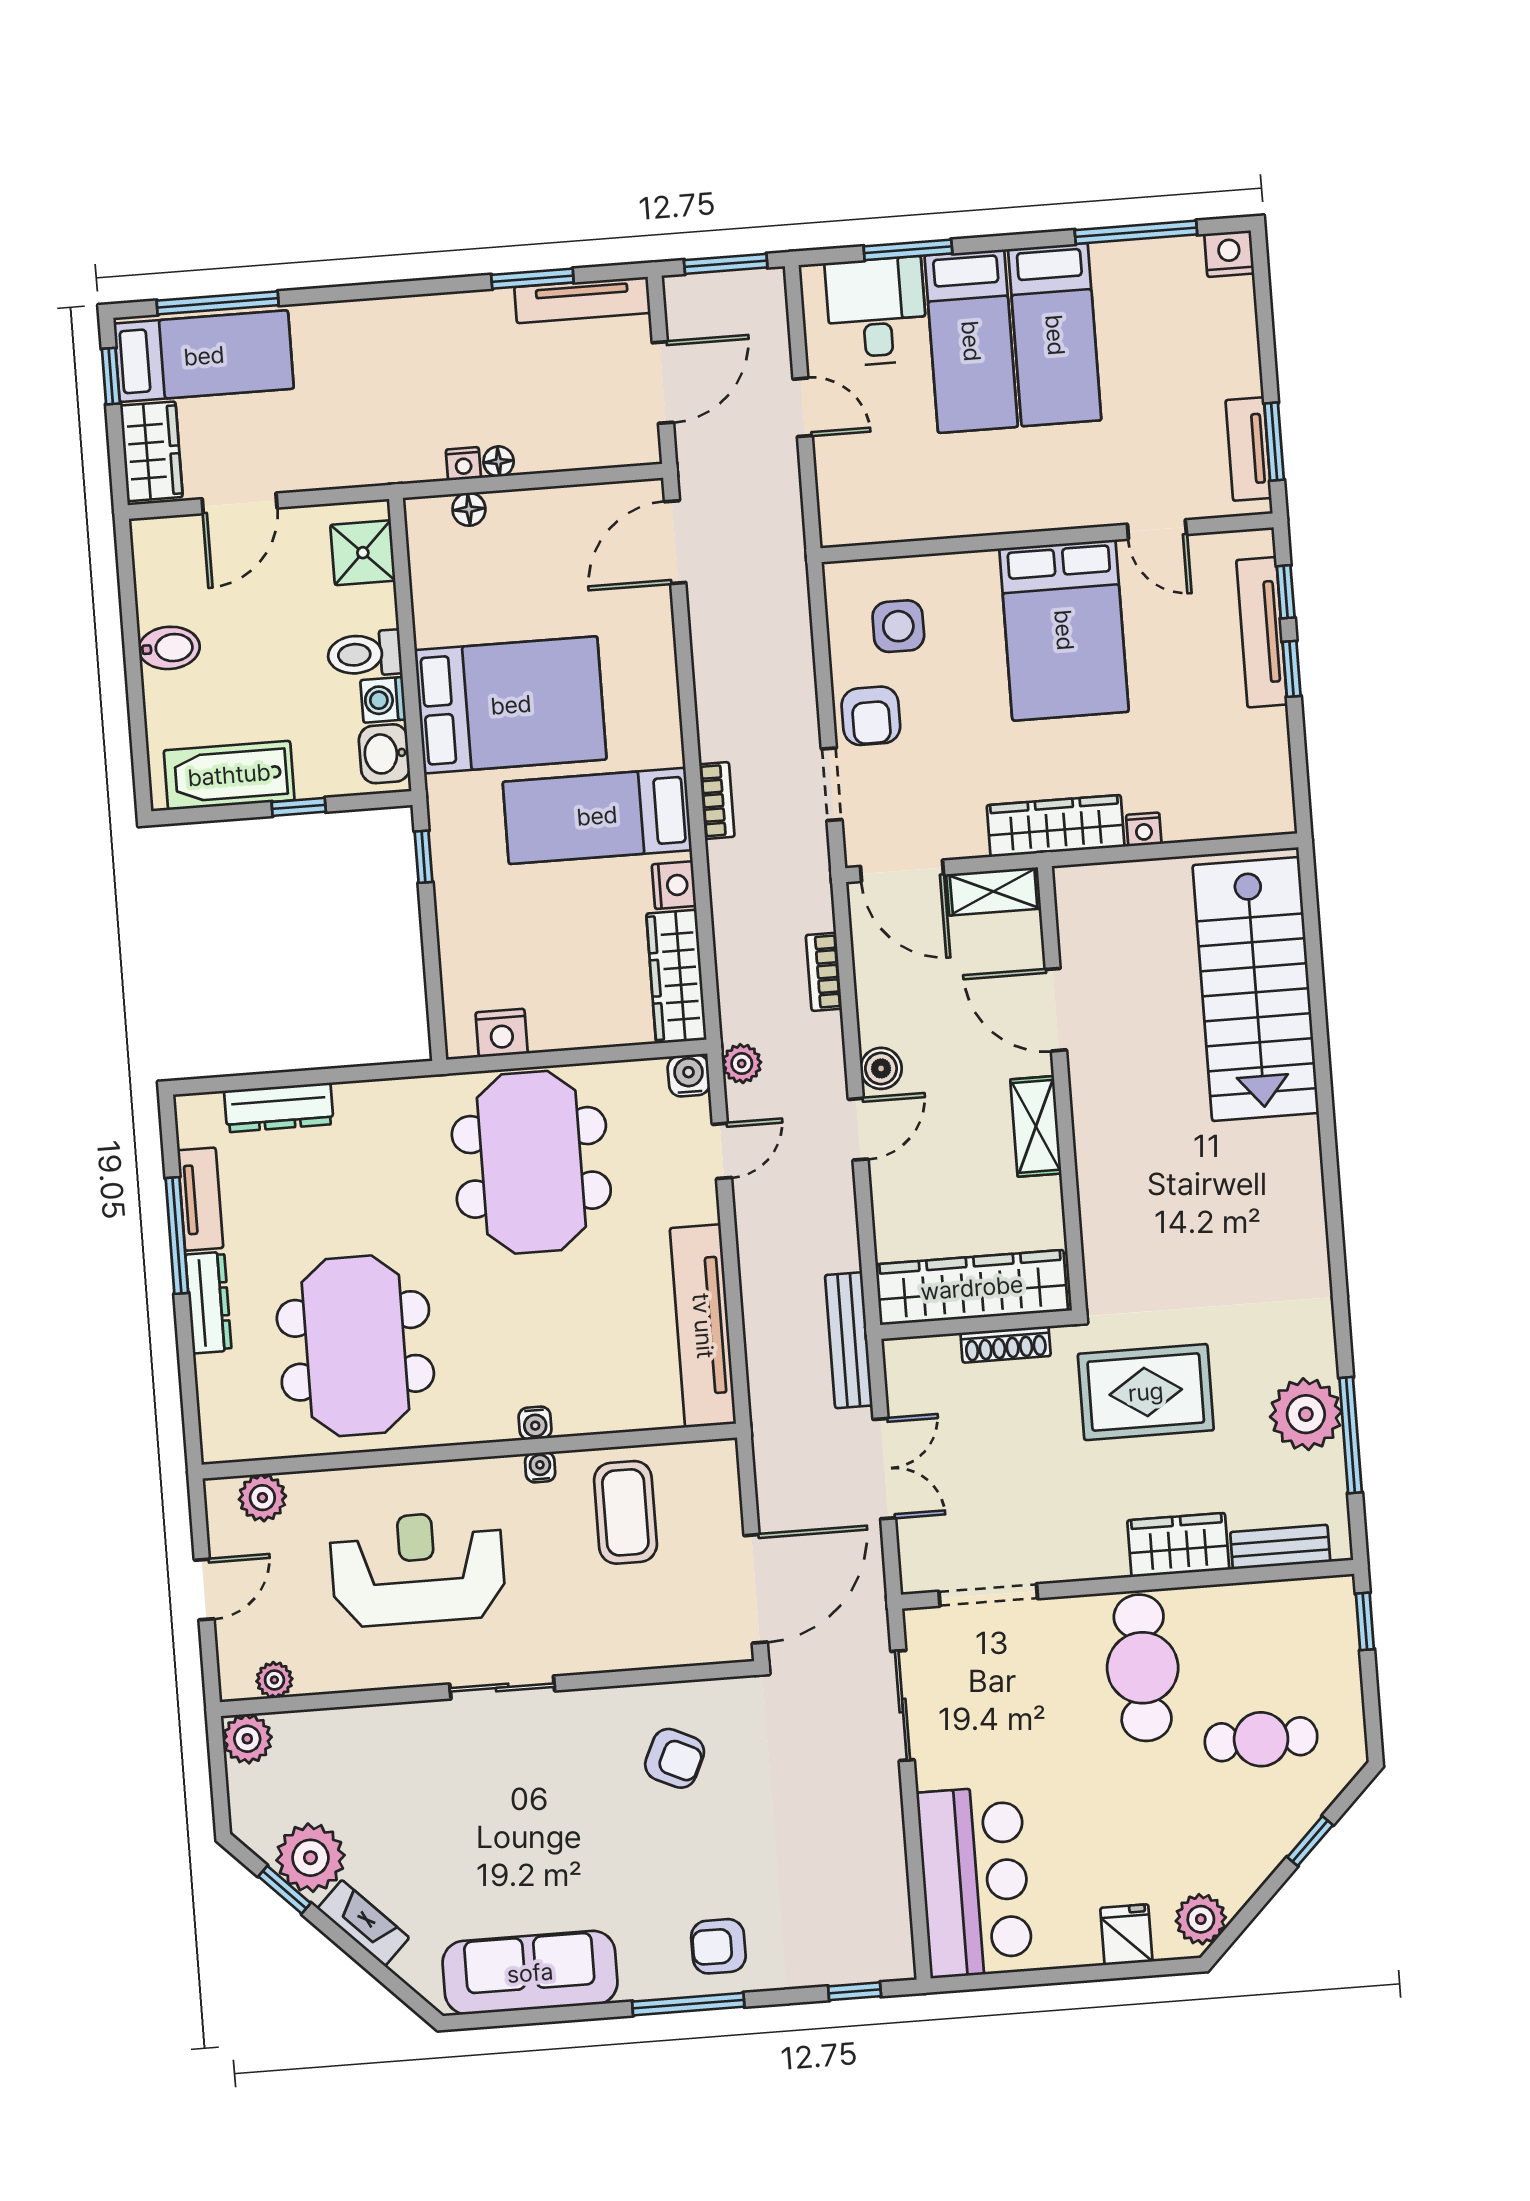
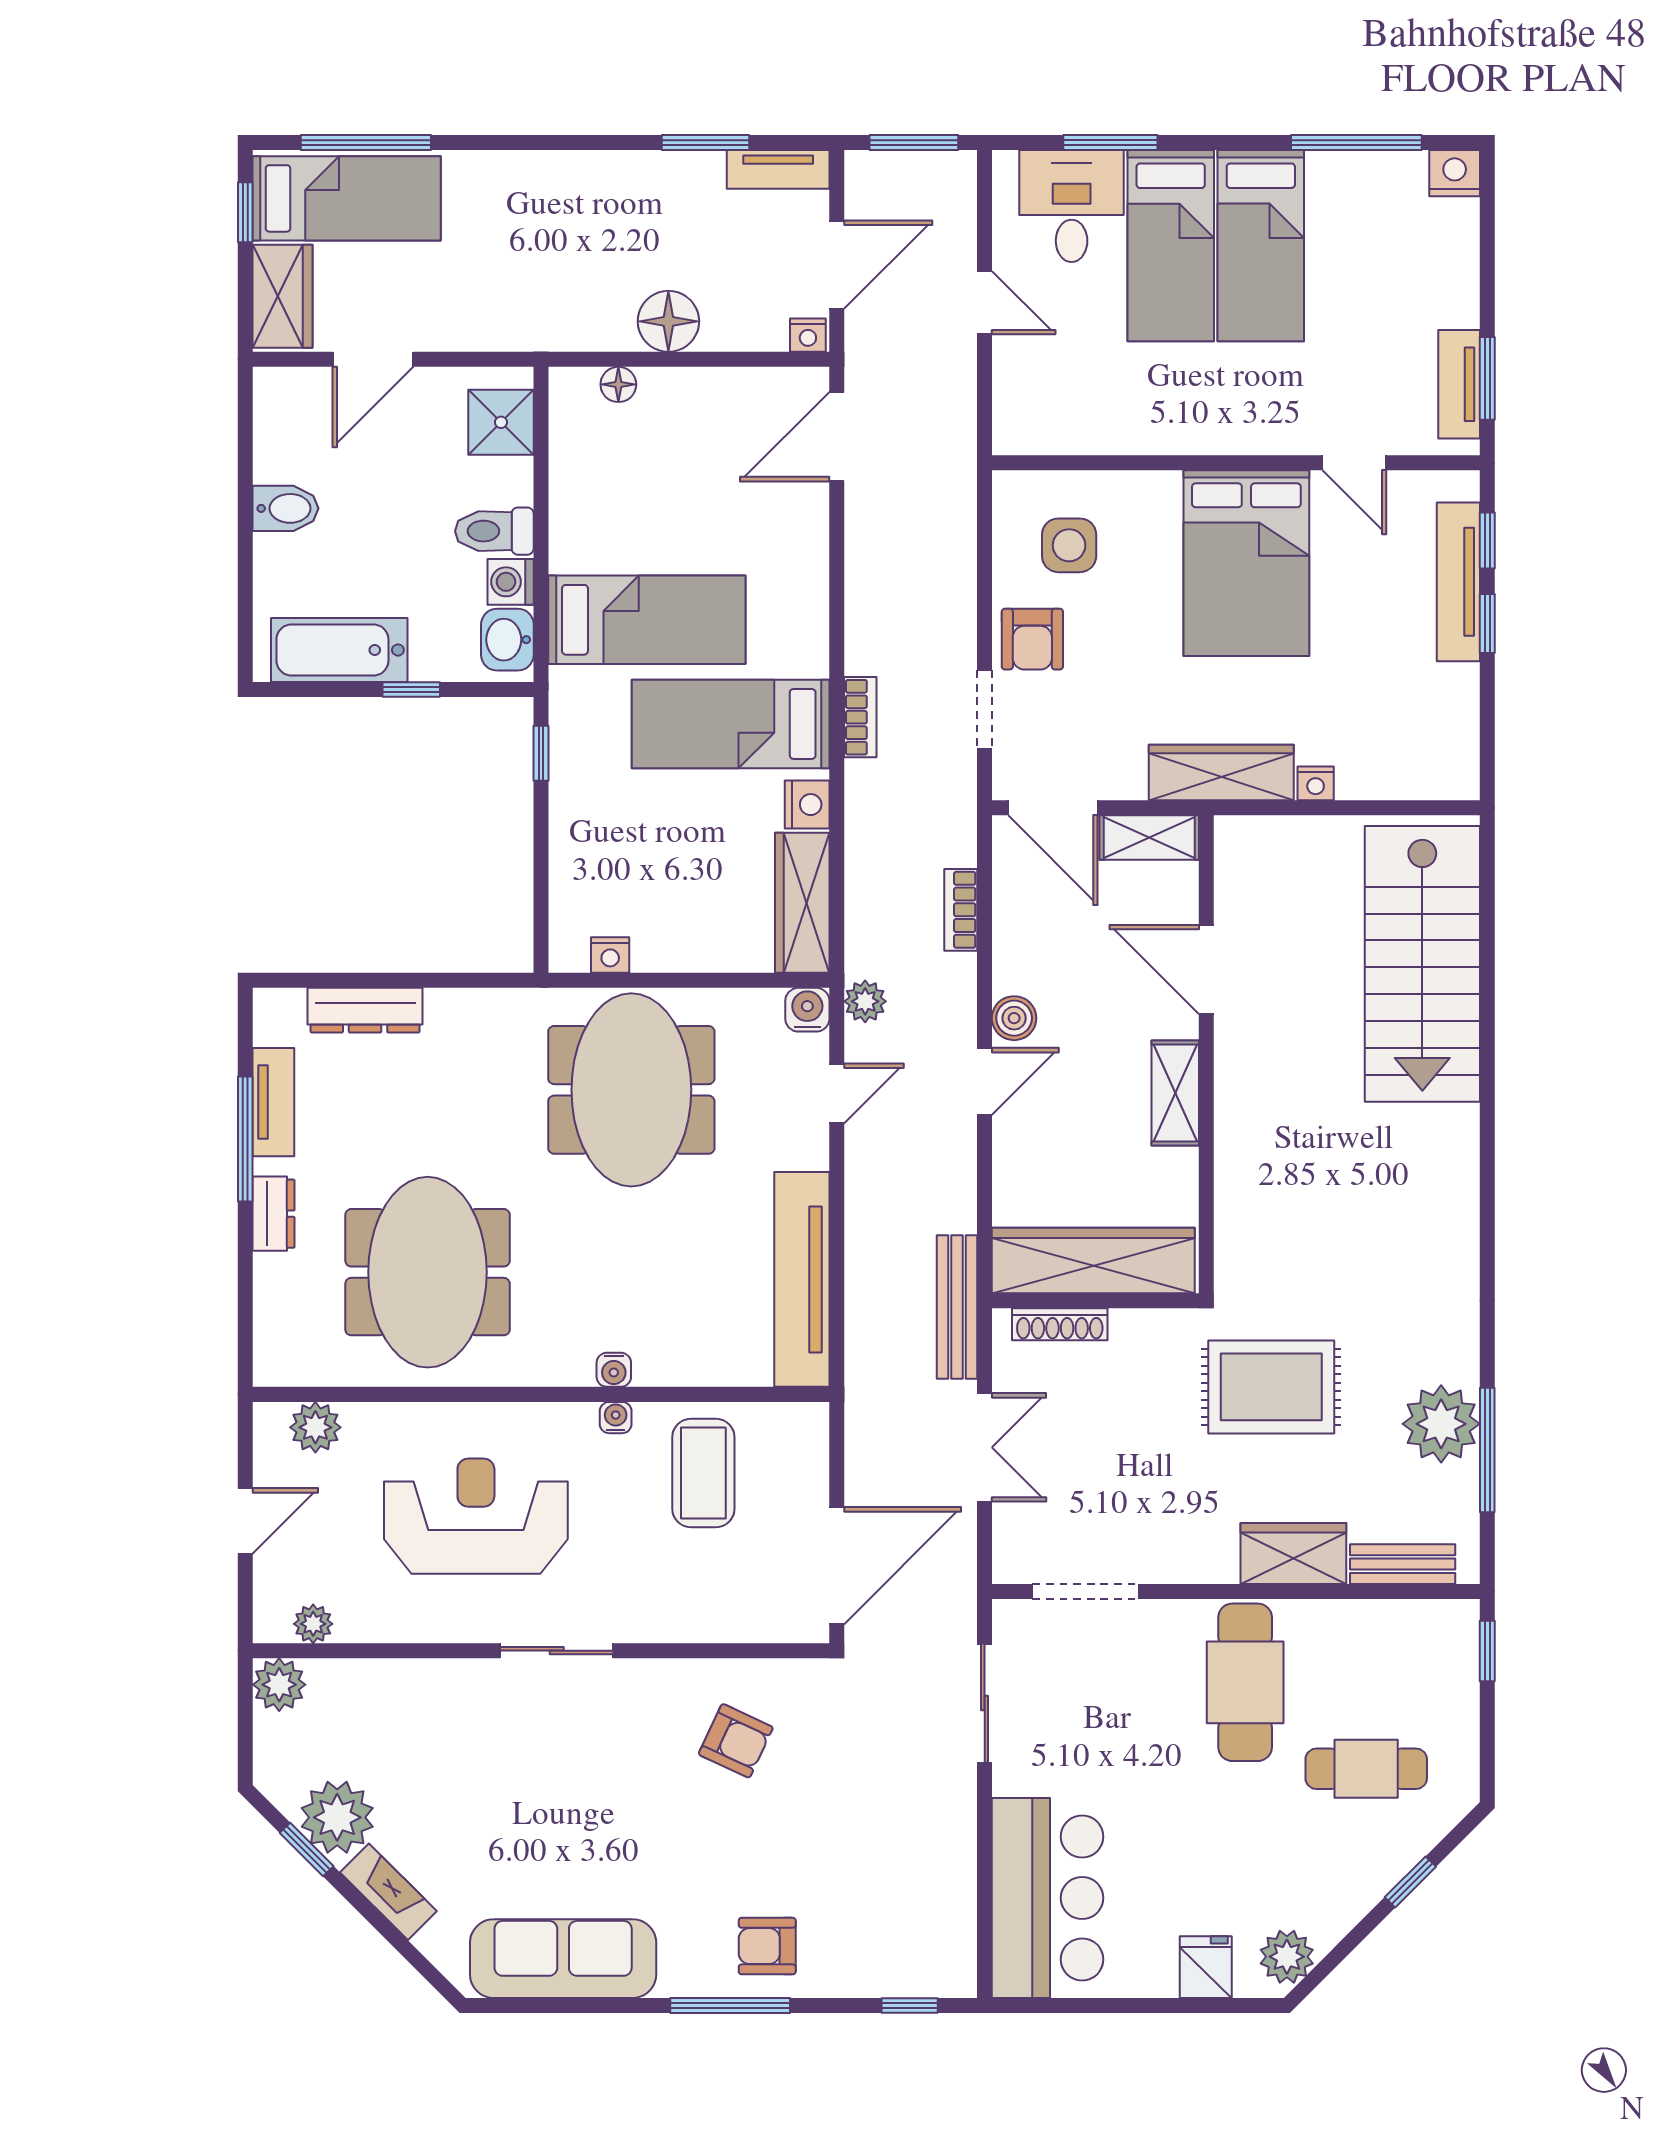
tv unit: (582, 300) -> (778, 169), width x0.71
floor lamp: (499, 461) -> (668, 321), width x1.89, depth x1.89
nightstand: (463, 464) -> (808, 335), moved
bed: (511, 705) -> (647, 620), width x0.67
nightstand: (502, 1033) -> (610, 955), width x0.72, depth x0.74
dresser: (208, 1303) -> (274, 1214), width x0.70
shoe rack: (1006, 1344) -> (1060, 1324), moved

